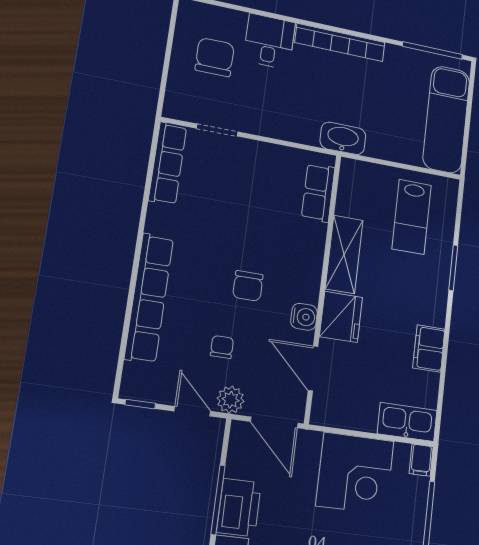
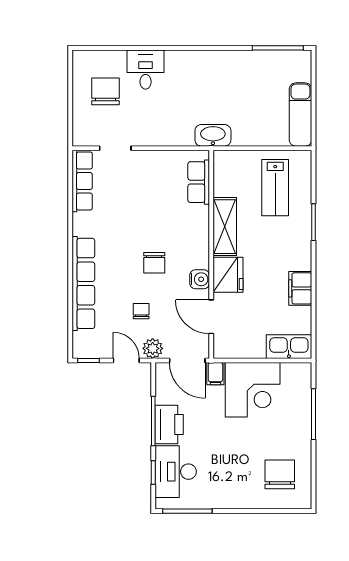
bookcase: (340, 42) -> (201, 58), removed
exam couch: (446, 119) -> (300, 114), width x0.73, depth x0.69
filing cabinet: (421, 460) -> (215, 374), moved

